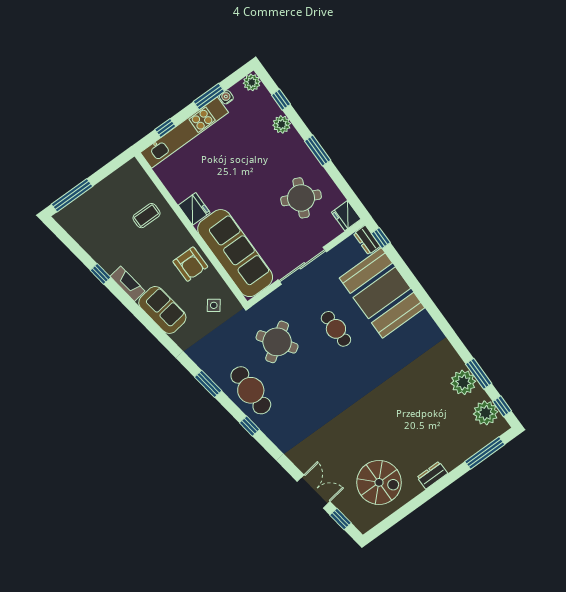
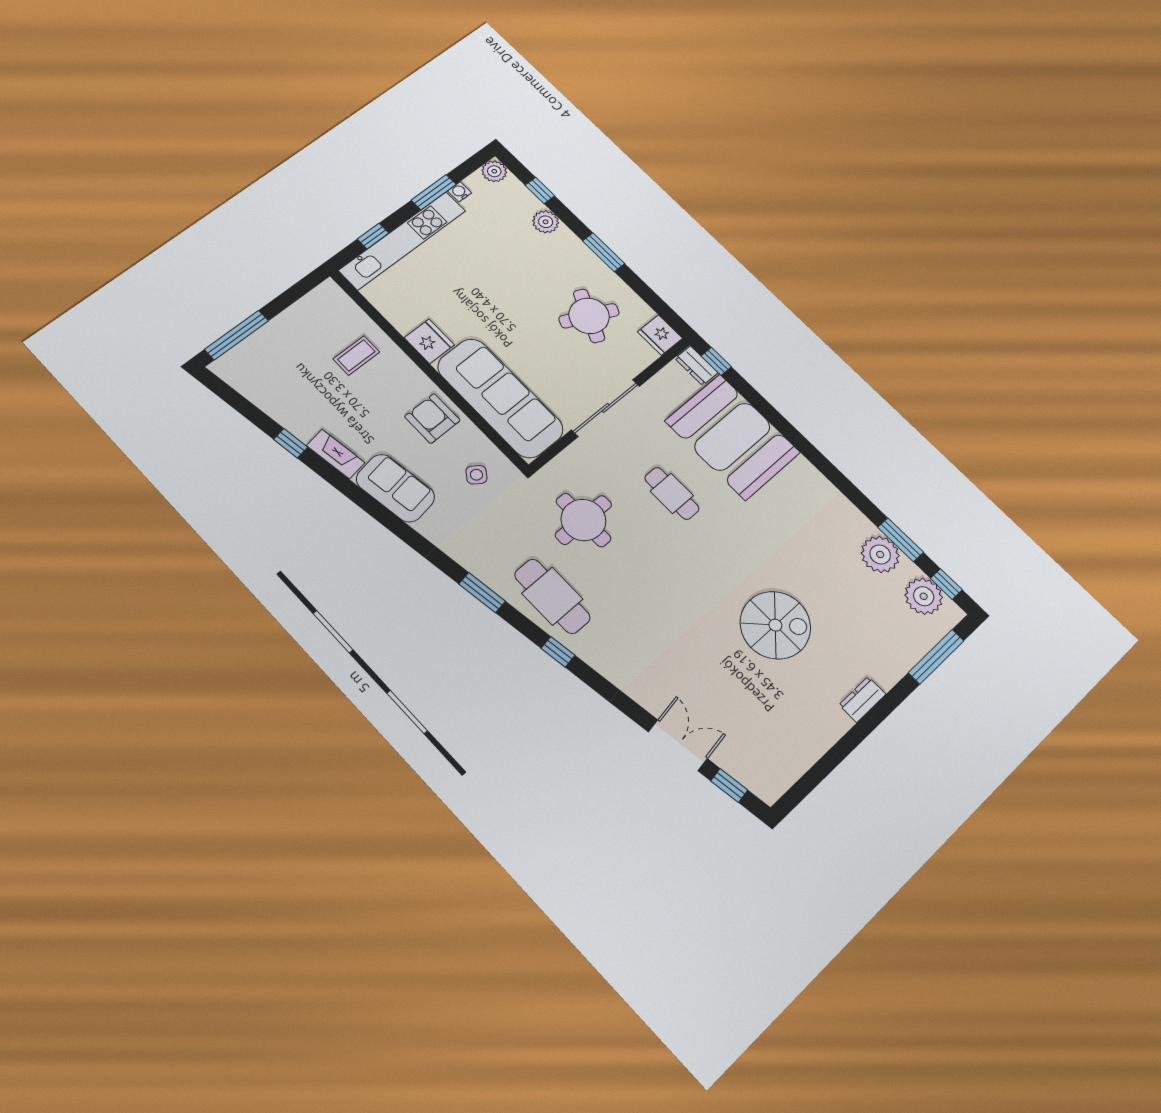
armchair: (190, 264) -> (432, 418), turned 180
round table: (277, 342) -> (583, 520), turned 34
spiral stairs: (379, 482) -> (775, 625), moved

